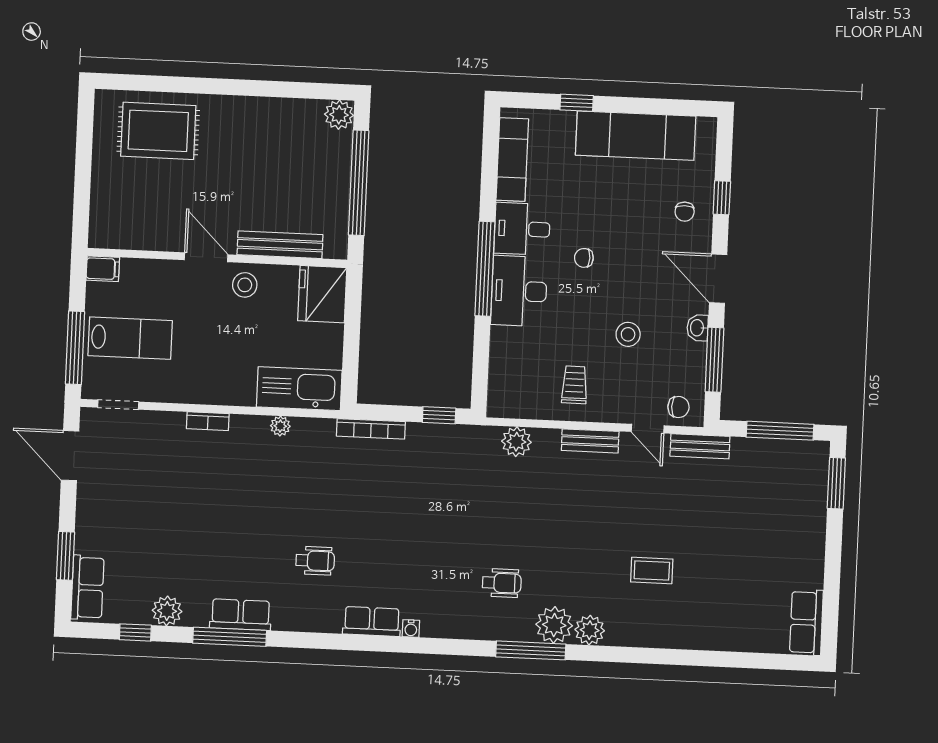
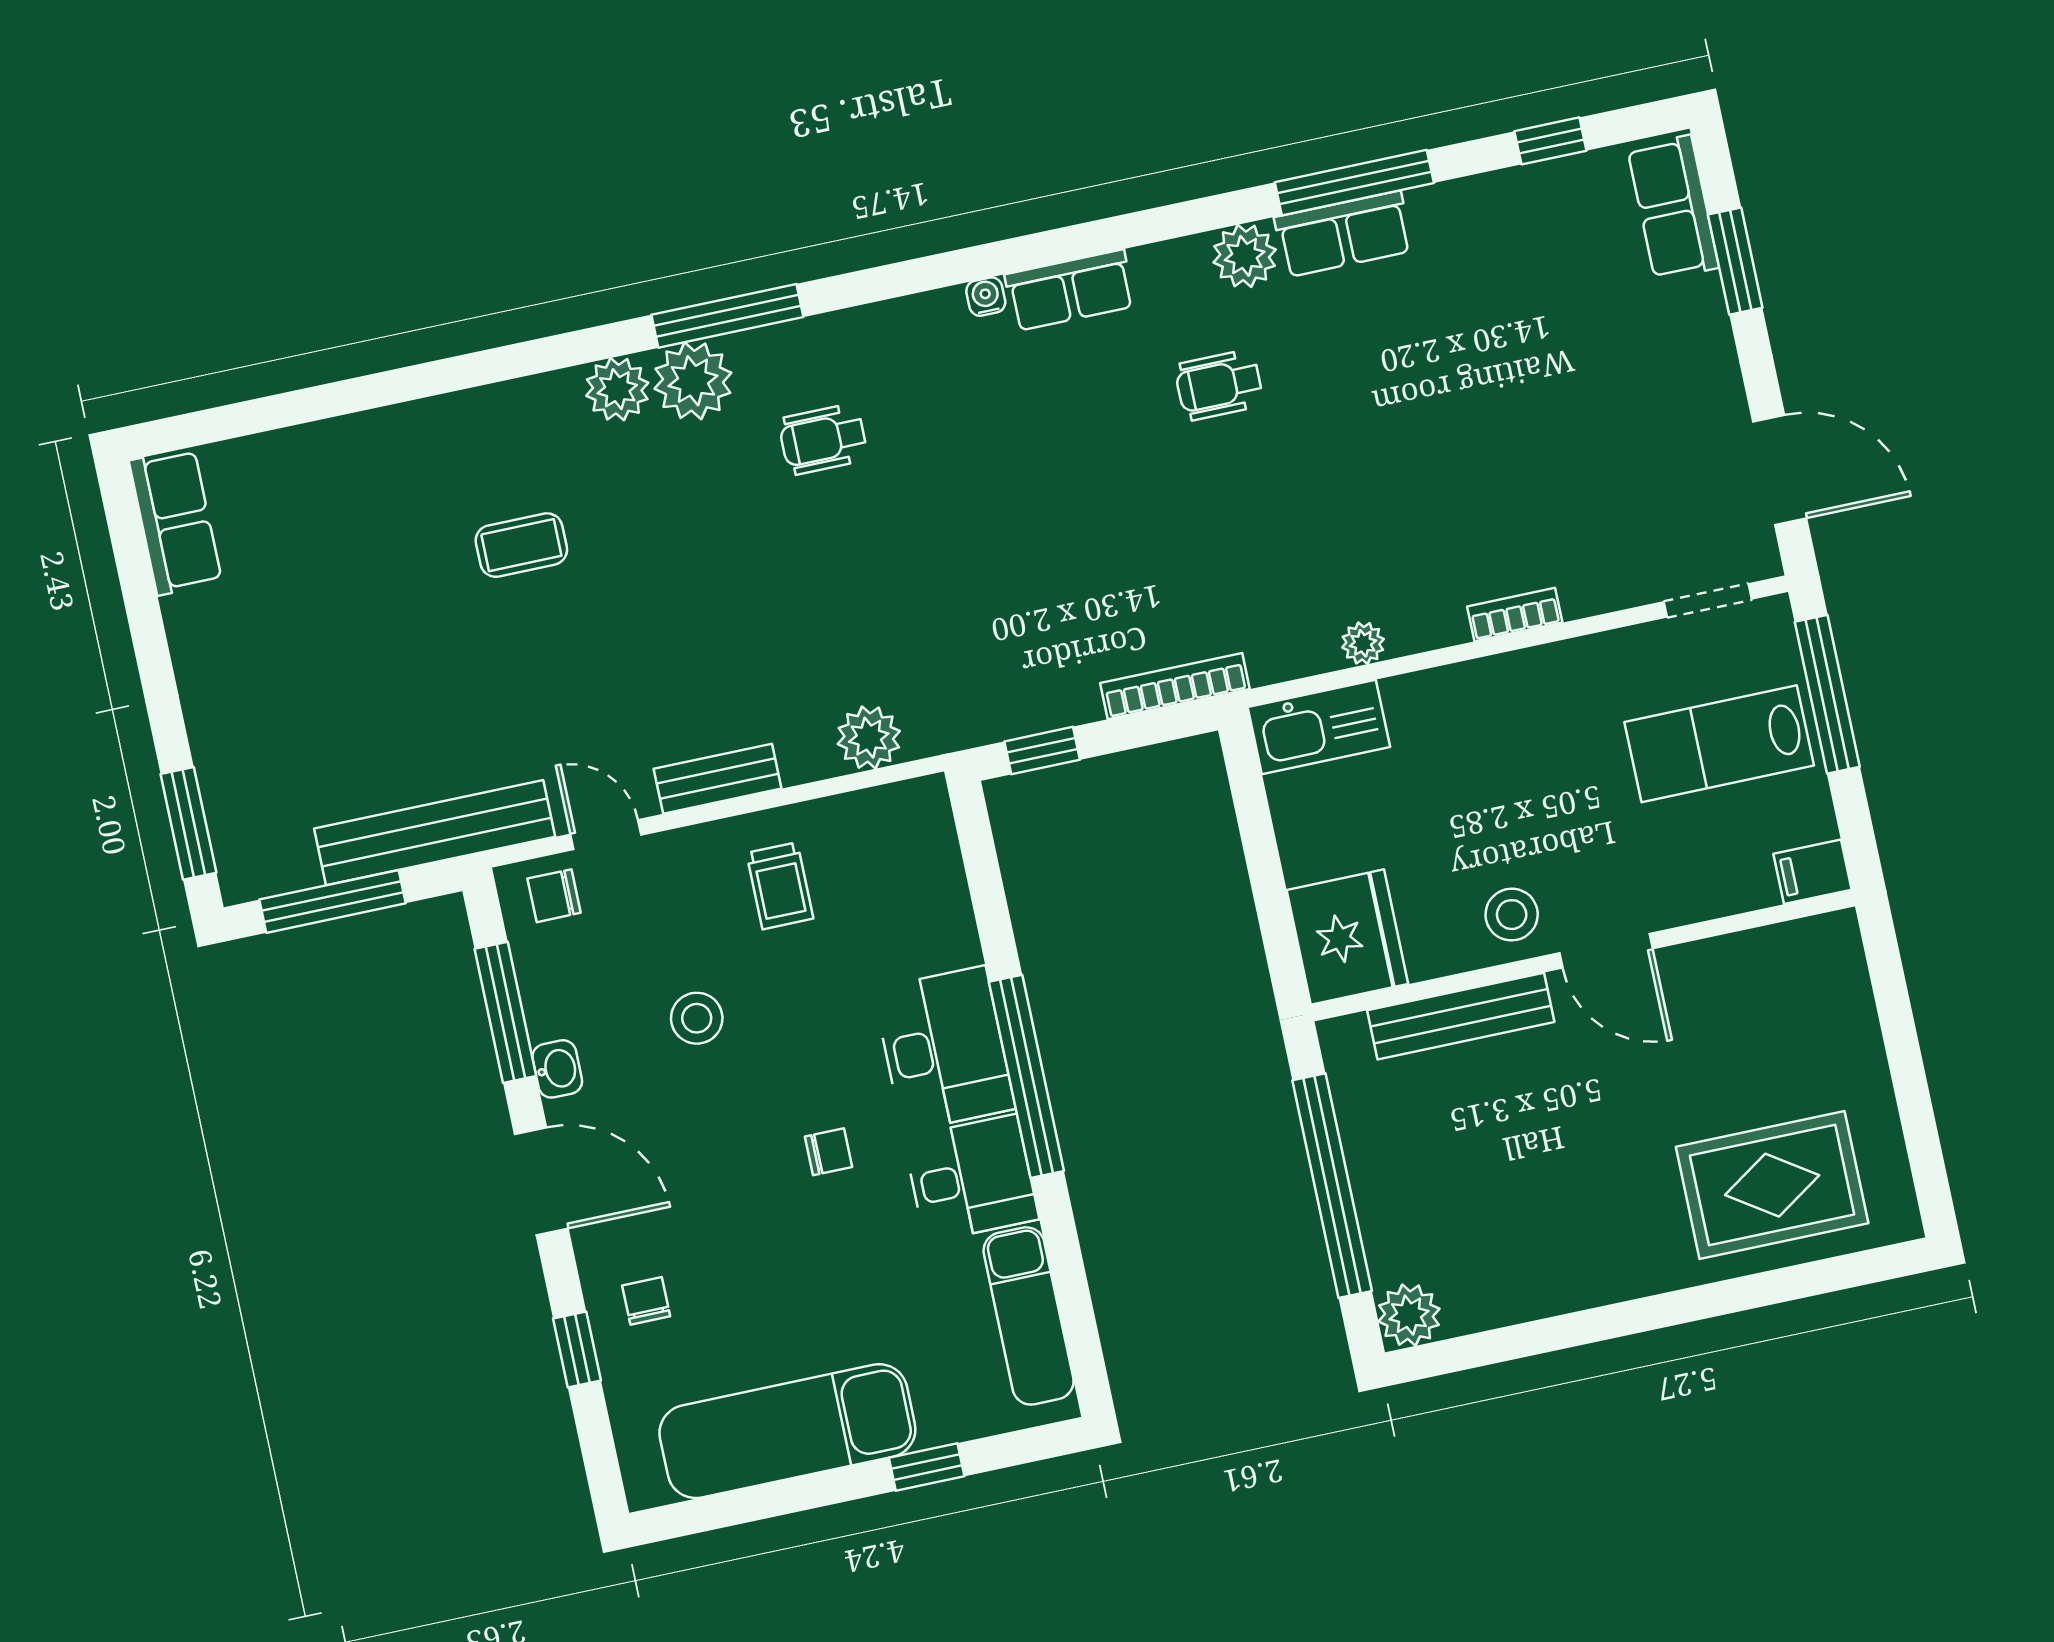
kitchen sink: (299, 389) -> (1319, 727), width x0.73, depth x0.81
bench: (700, 446) -> (435, 833), width x1.86, depth x1.21
plant: (167, 611) -> (1245, 256), moved

